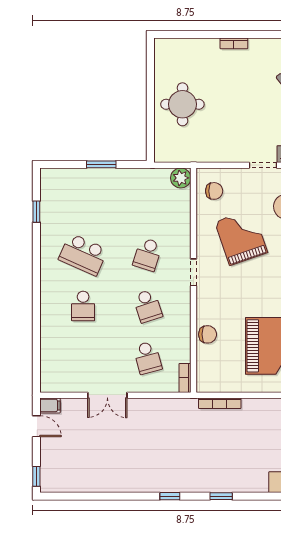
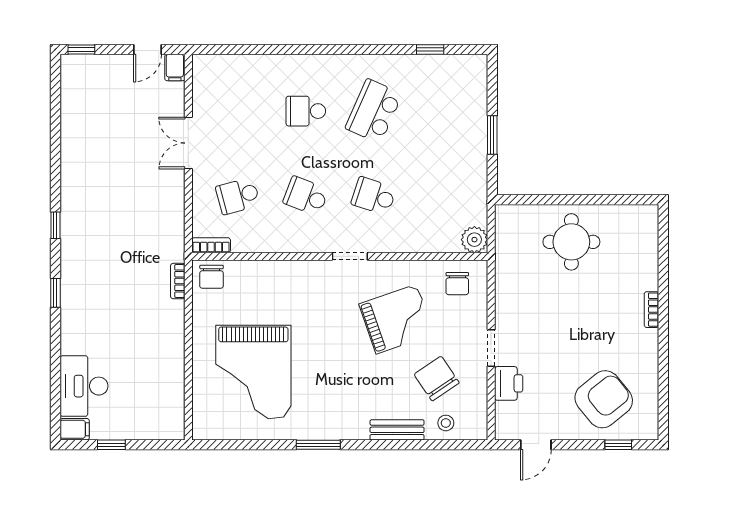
school desk: (148, 306) -> (306, 196), turned 39
chair: (208, 334) -> (212, 277), moved
bookcase: (220, 403) -> (178, 281), width x0.64

